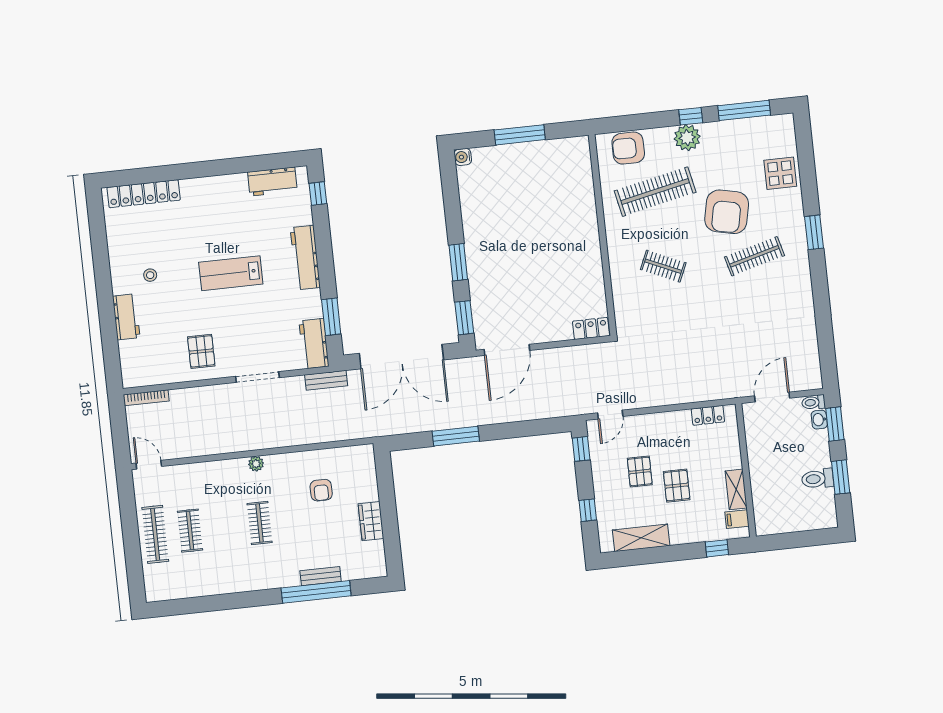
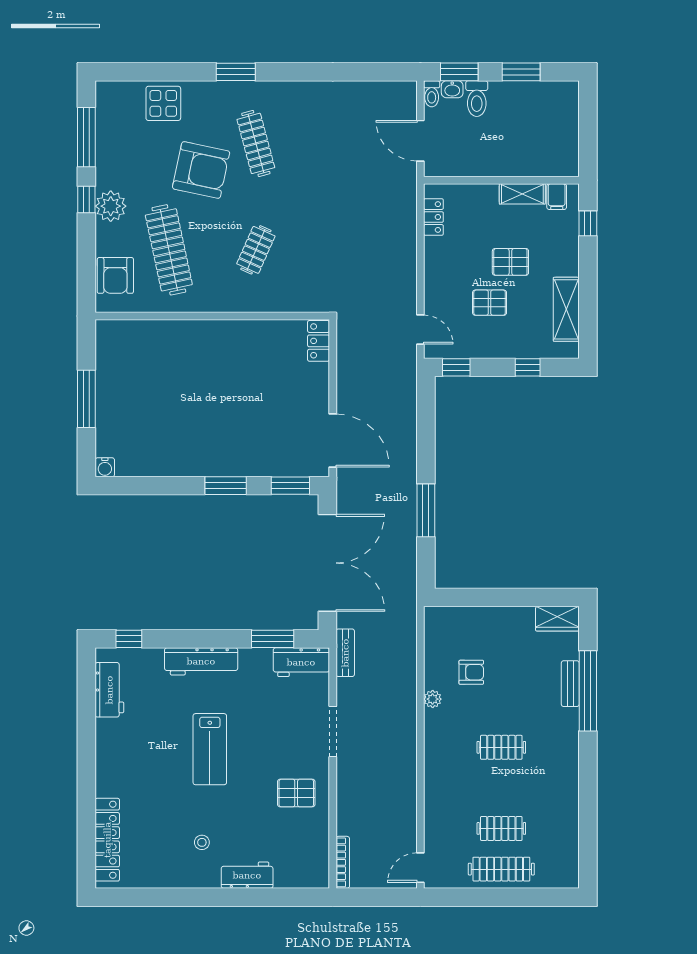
plant: (256, 464) -> (433, 699), moved
toilet: (818, 479) -> (477, 99), moved
wardrobe: (371, 521) -> (557, 619), moved

